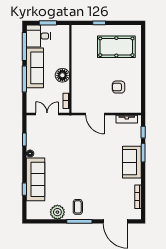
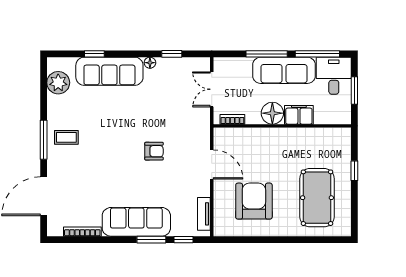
filing cabinet: (63, 58) -> (299, 115), added
armchair: (119, 87) -> (254, 201), width x1.88, depth x1.88
double door: (47, 114) -> (212, 89), swing flipped
door: (95, 114) -> (212, 164), swing flipped
armchair: (87, 151) -> (154, 151), added
sofa: (132, 162) -> (136, 222), width x1.36
plant: (57, 212) -> (58, 83), moved

